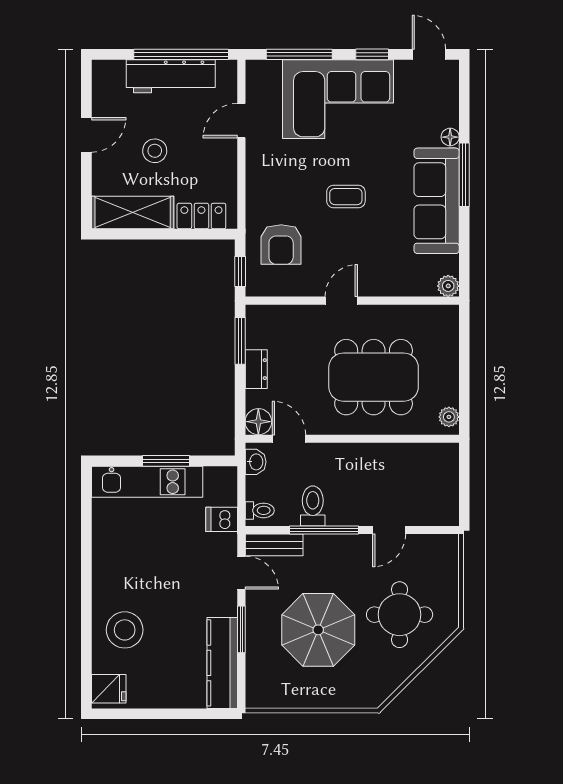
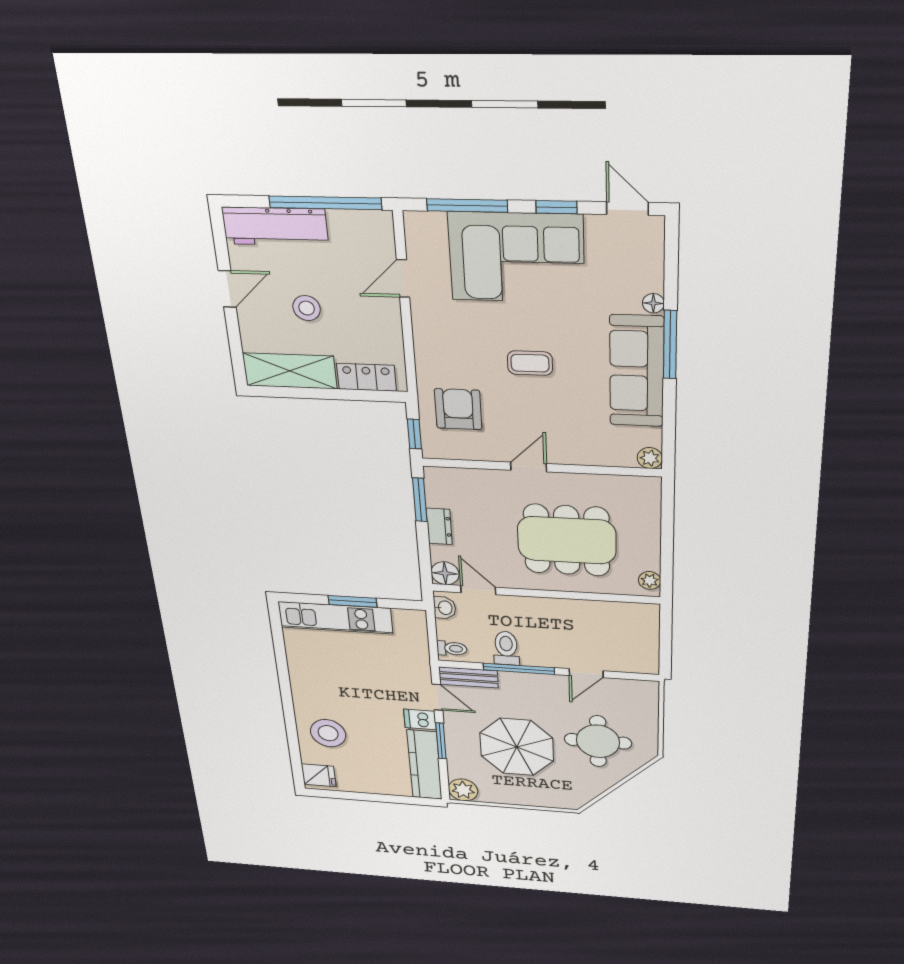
workbench: (171, 76) -> (275, 227), moved
armchair: (281, 245) -> (458, 409), turned 180
dishwasher: (222, 519) -> (420, 719), moved
plant: (260, 693) -> (463, 790), added

